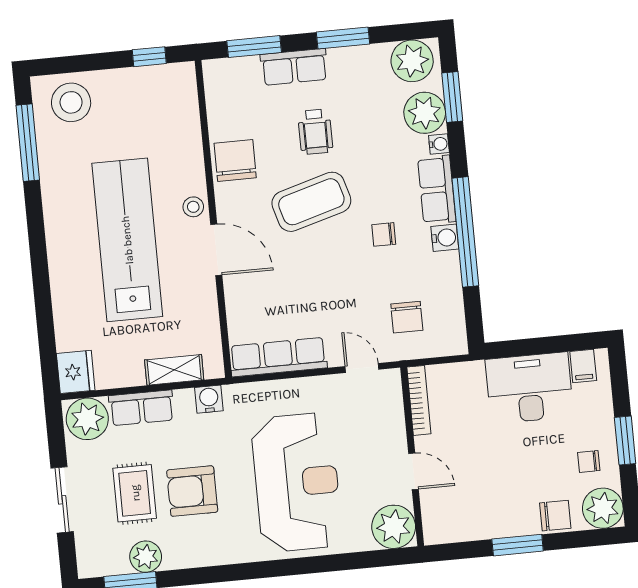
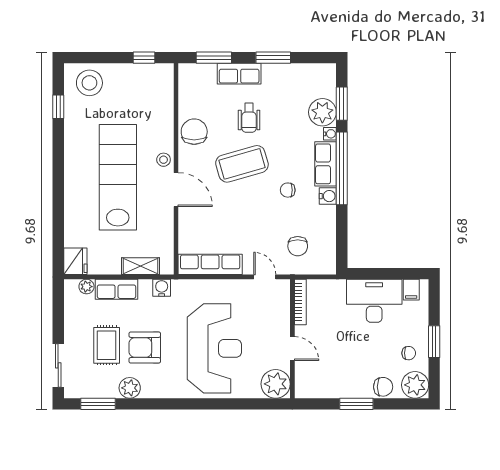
plant: (412, 61) -> (317, 77), removed
window: (28, 143) -> (58, 107), width x0.46
window: (465, 232) -> (342, 168), moved
plant: (87, 419) -> (86, 287), width x0.53, depth x0.53
chair: (589, 461) -> (409, 353), turned 180
sliding door: (62, 500) -> (58, 365), moved
plant: (146, 557) -> (130, 388), moved

